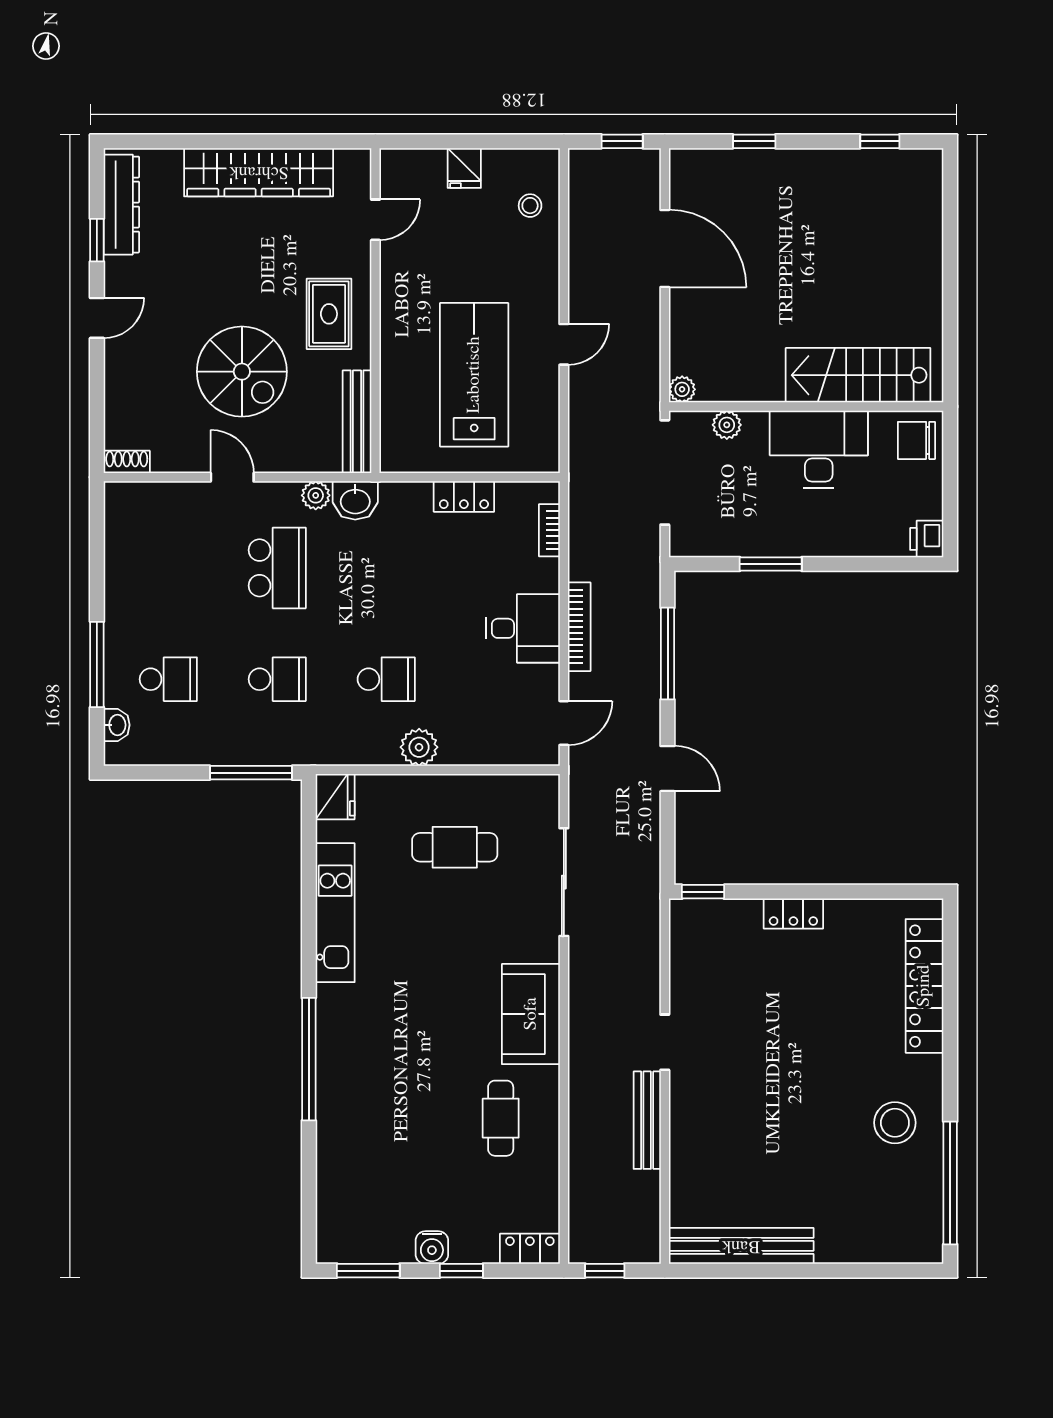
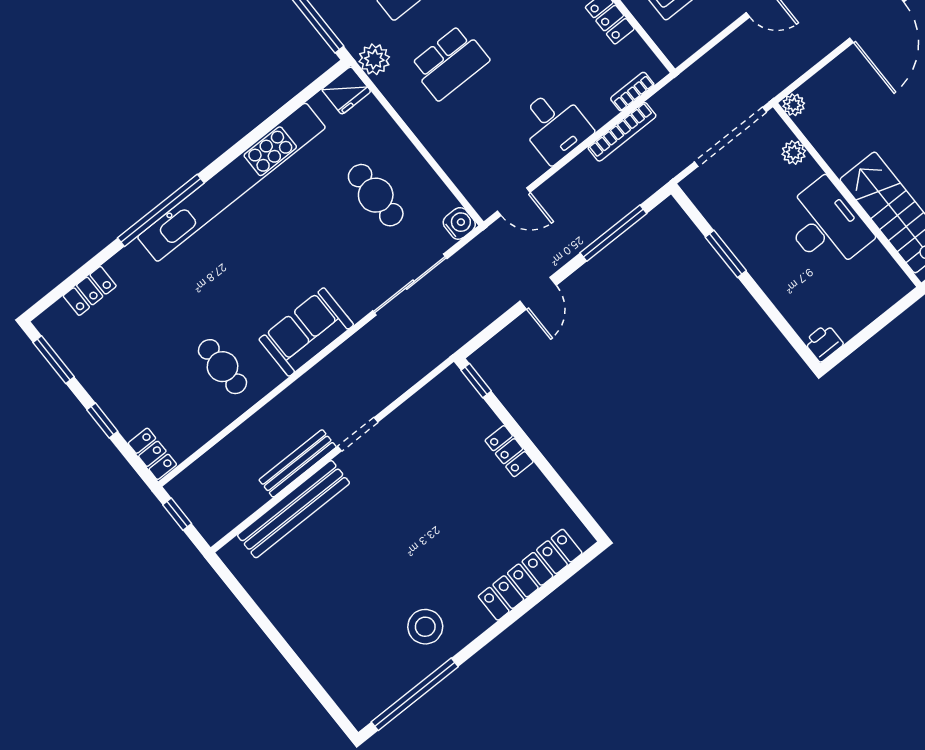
chair: (916, 440) -> (883, 285), removed
bookcase: (579, 627) -> (622, 132), moved
school desk: (386, 679) -> (450, 63), width x1.85
plant: (419, 747) -> (374, 59), moved
kitchen unit: (335, 913) -> (231, 182), width x1.86
cafe table: (501, 1118) -> (222, 367), turned 90
locker: (331, 1186) -> (90, 291), added
bench: (741, 1246) -> (294, 509), moved, turned 90
water cooler: (432, 1248) -> (459, 223), moved, turned 180

